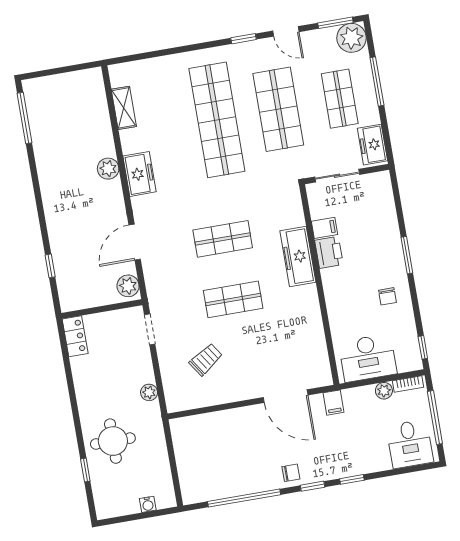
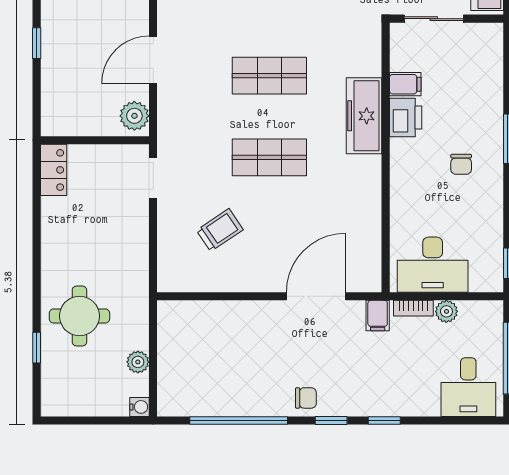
window: (50, 266) -> (37, 43), moved
chair: (387, 296) -> (461, 164), moved
bookcase: (408, 384) -> (413, 308), moved
plant: (149, 392) -> (138, 362), moved
door: (286, 396) -> (316, 296), swing flipped
water cooler: (148, 504) -> (139, 407), moved, turned -90

